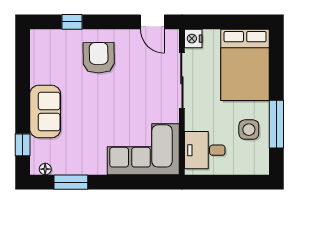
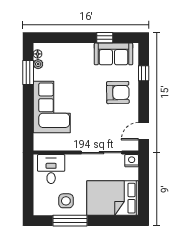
sofa: (45, 111) -> (113, 54), moved
window: (23, 145) -> (105, 38), moved
corner sofa: (143, 149) -> (52, 107), moved
plant: (59, 168) -> (38, 64), added

